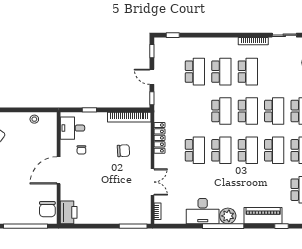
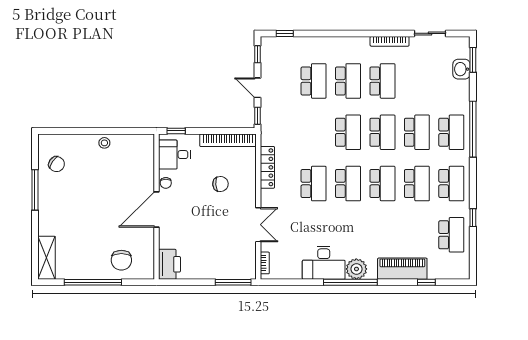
desk: (72, 128) -> (174, 155), moved
wall: (59, 168) -> (156, 207), moved
door: (59, 170) -> (156, 210), moved
printer: (69, 212) -> (169, 264), moved

